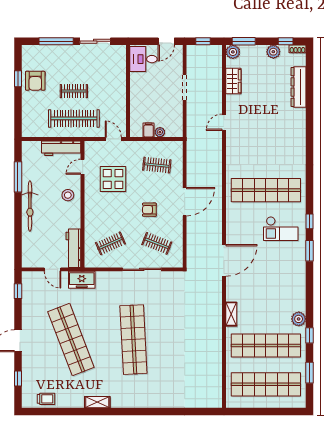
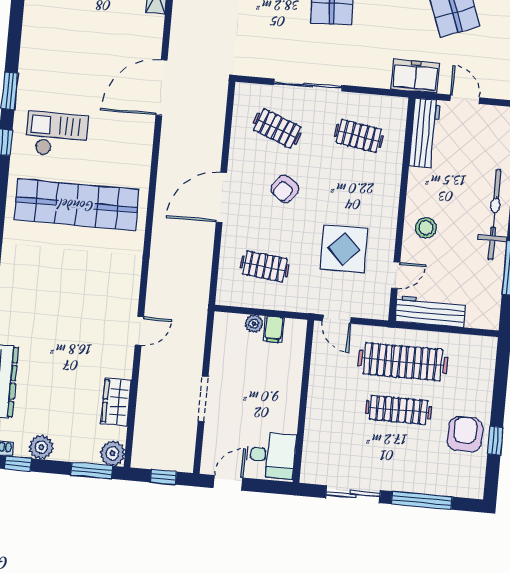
clothes rail: (74, 91) -> (399, 410), width x1.36
armchair: (149, 210) -> (285, 189), turned 126
clothes rail: (110, 243) -> (359, 136), turned 33

